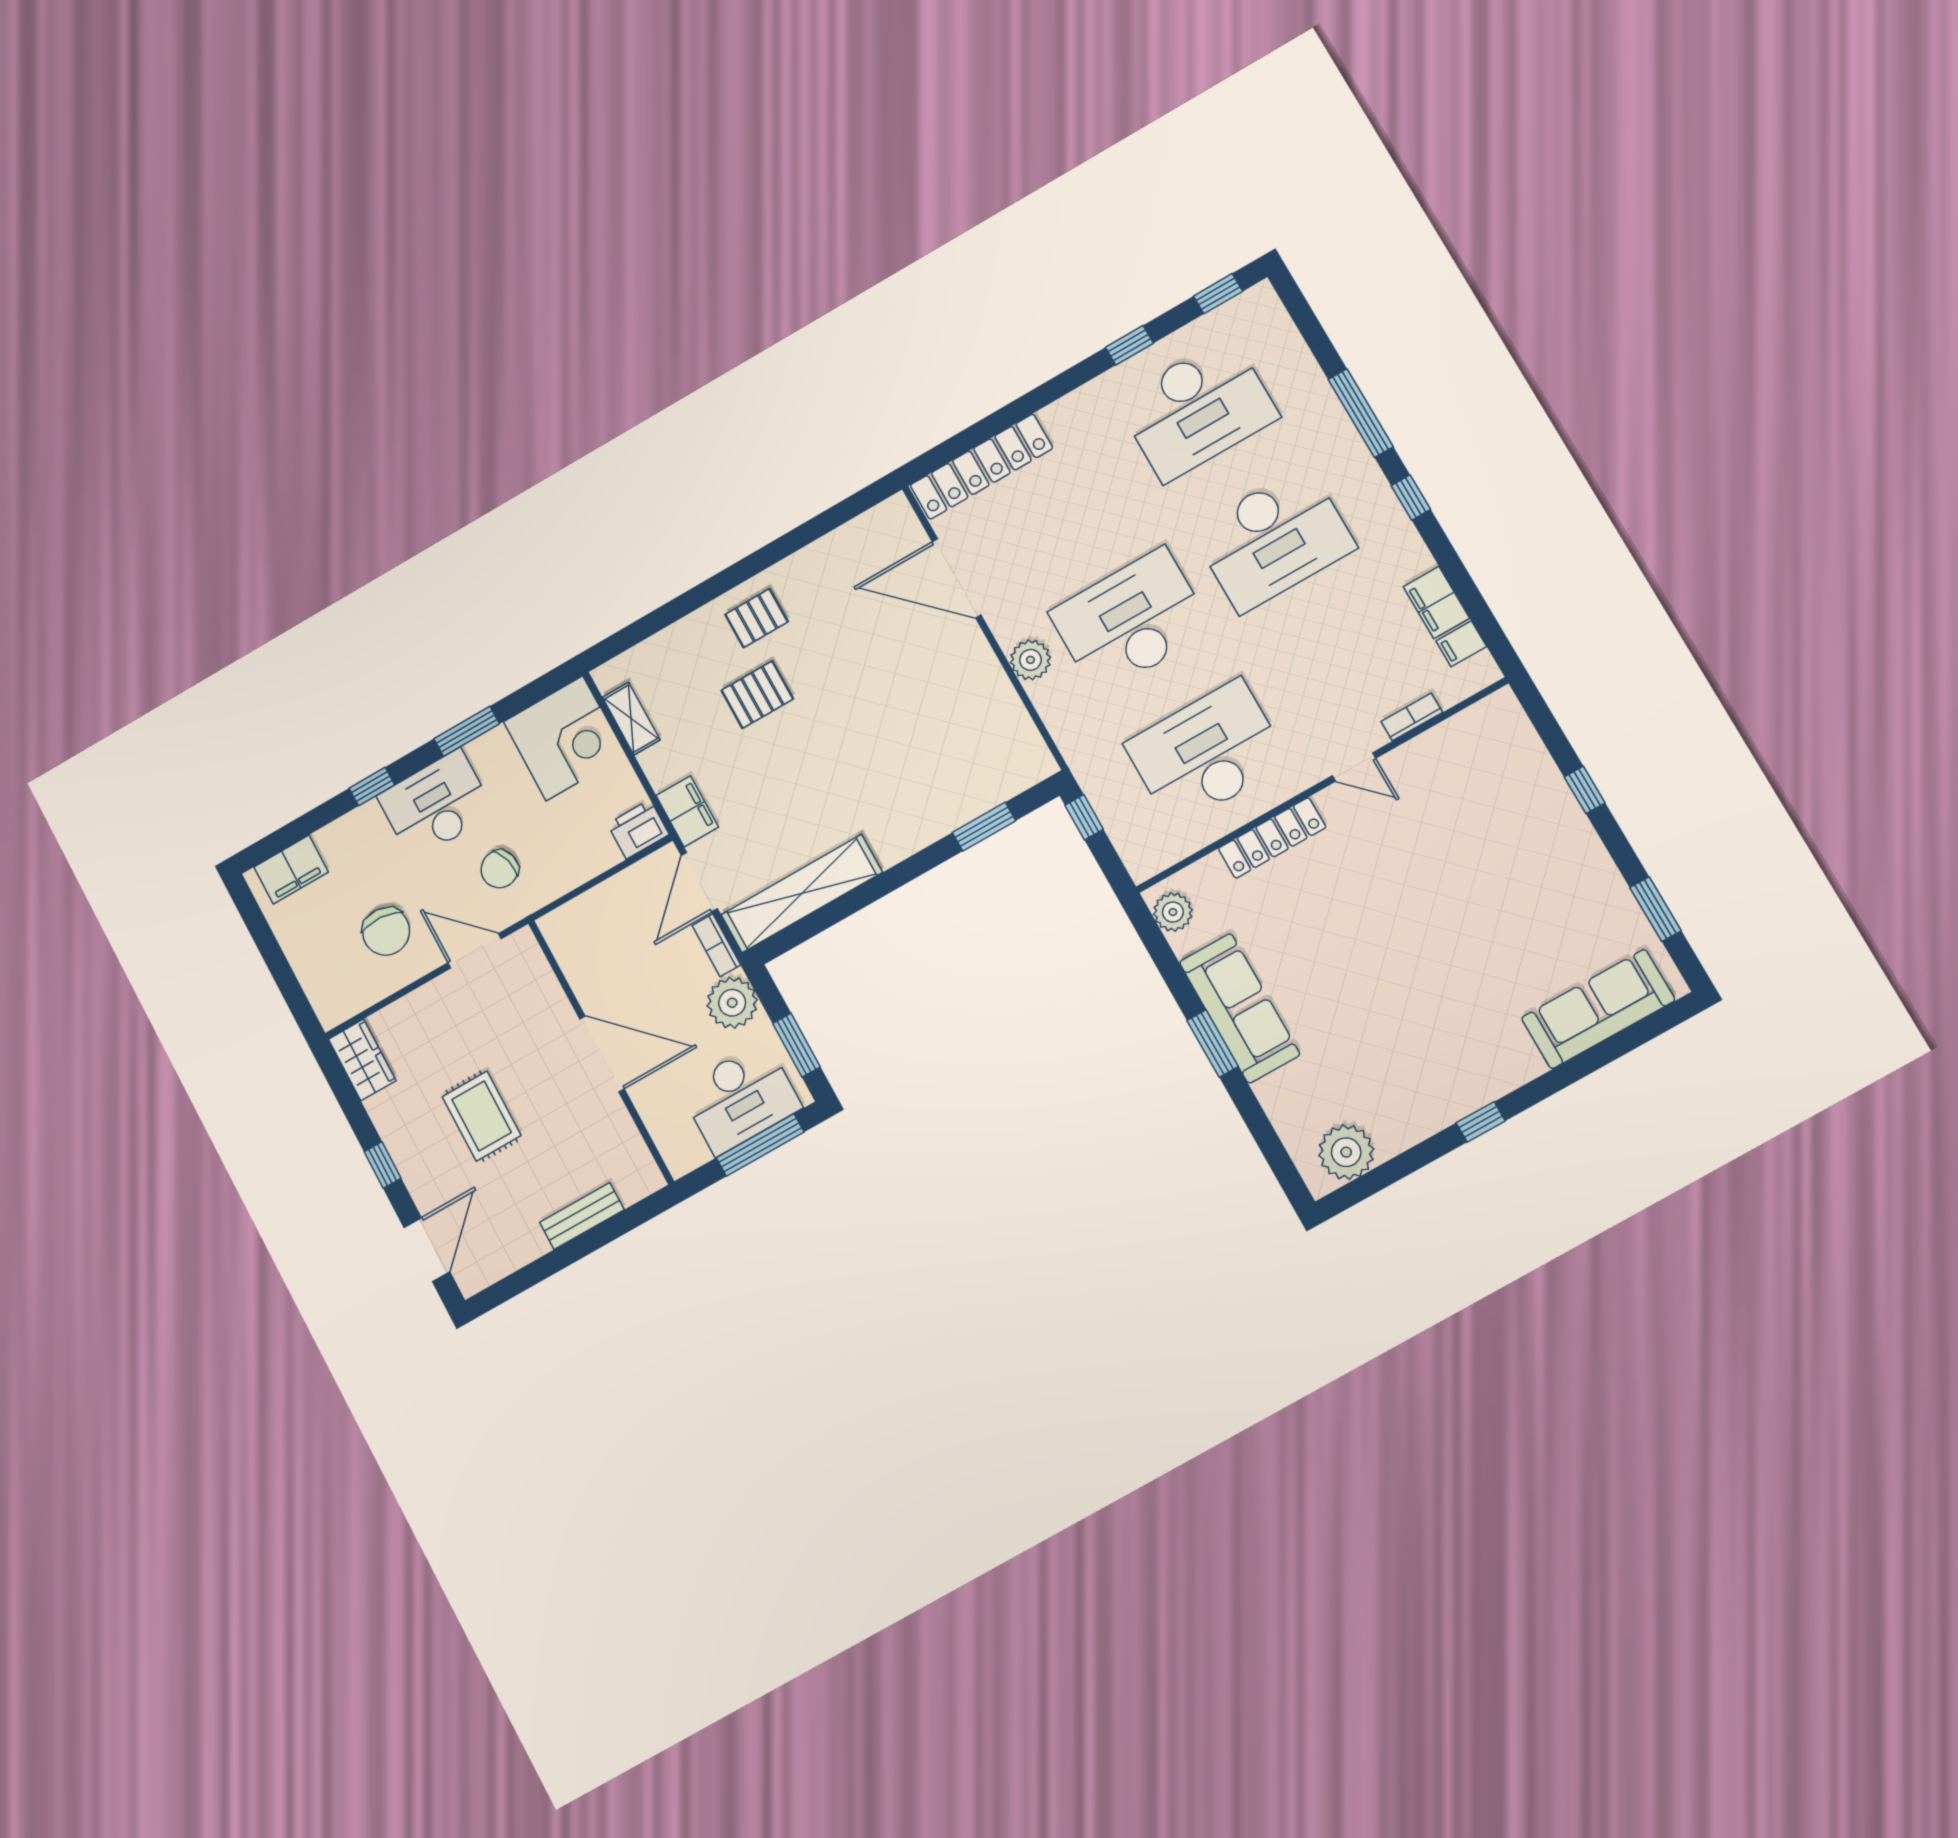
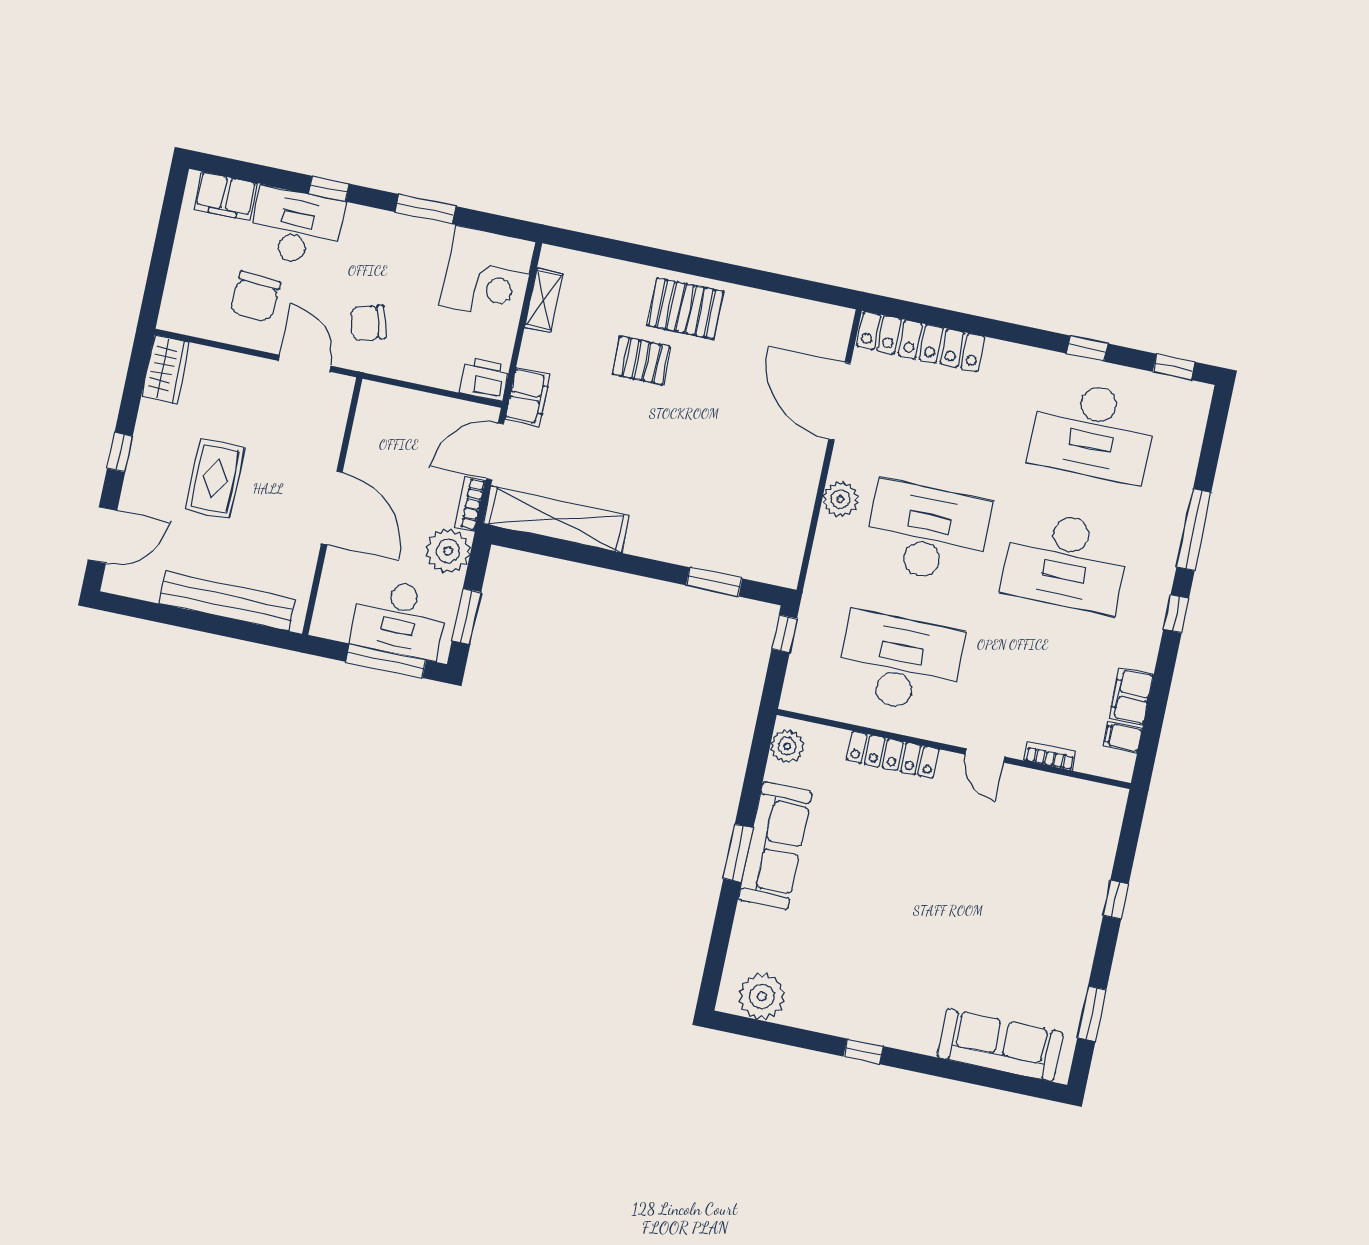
pallet: (757, 618) -> (685, 308), width x1.50, depth x1.42
desk: (436, 805) -> (296, 227), moved
bench: (582, 1216) -> (227, 601), width x1.86, depth x1.21

